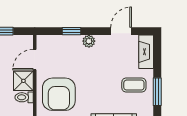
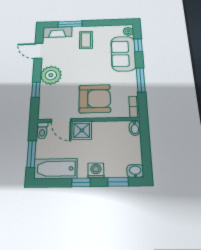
plant: (89, 41) -> (51, 75), width x1.88, depth x1.88
window: (157, 92) -> (70, 24), moved
toilet: (24, 97) -> (42, 131), moved

